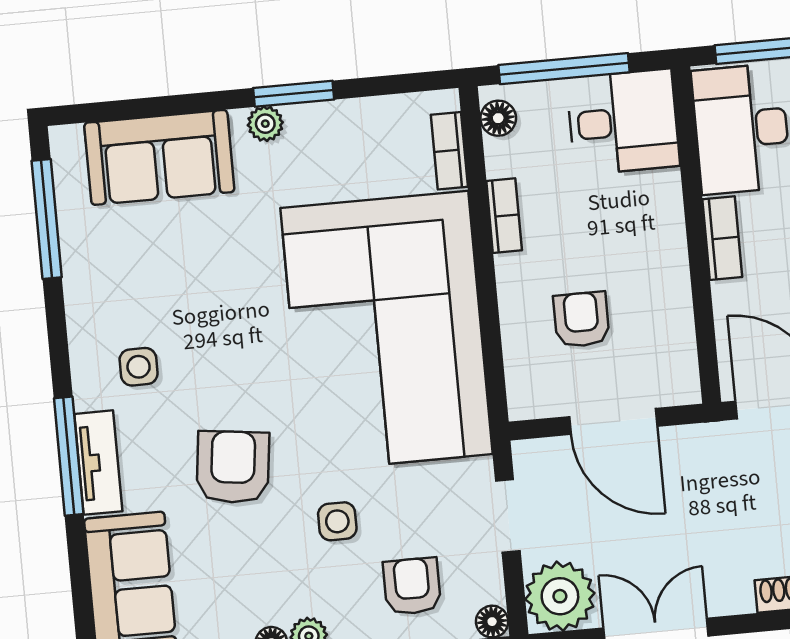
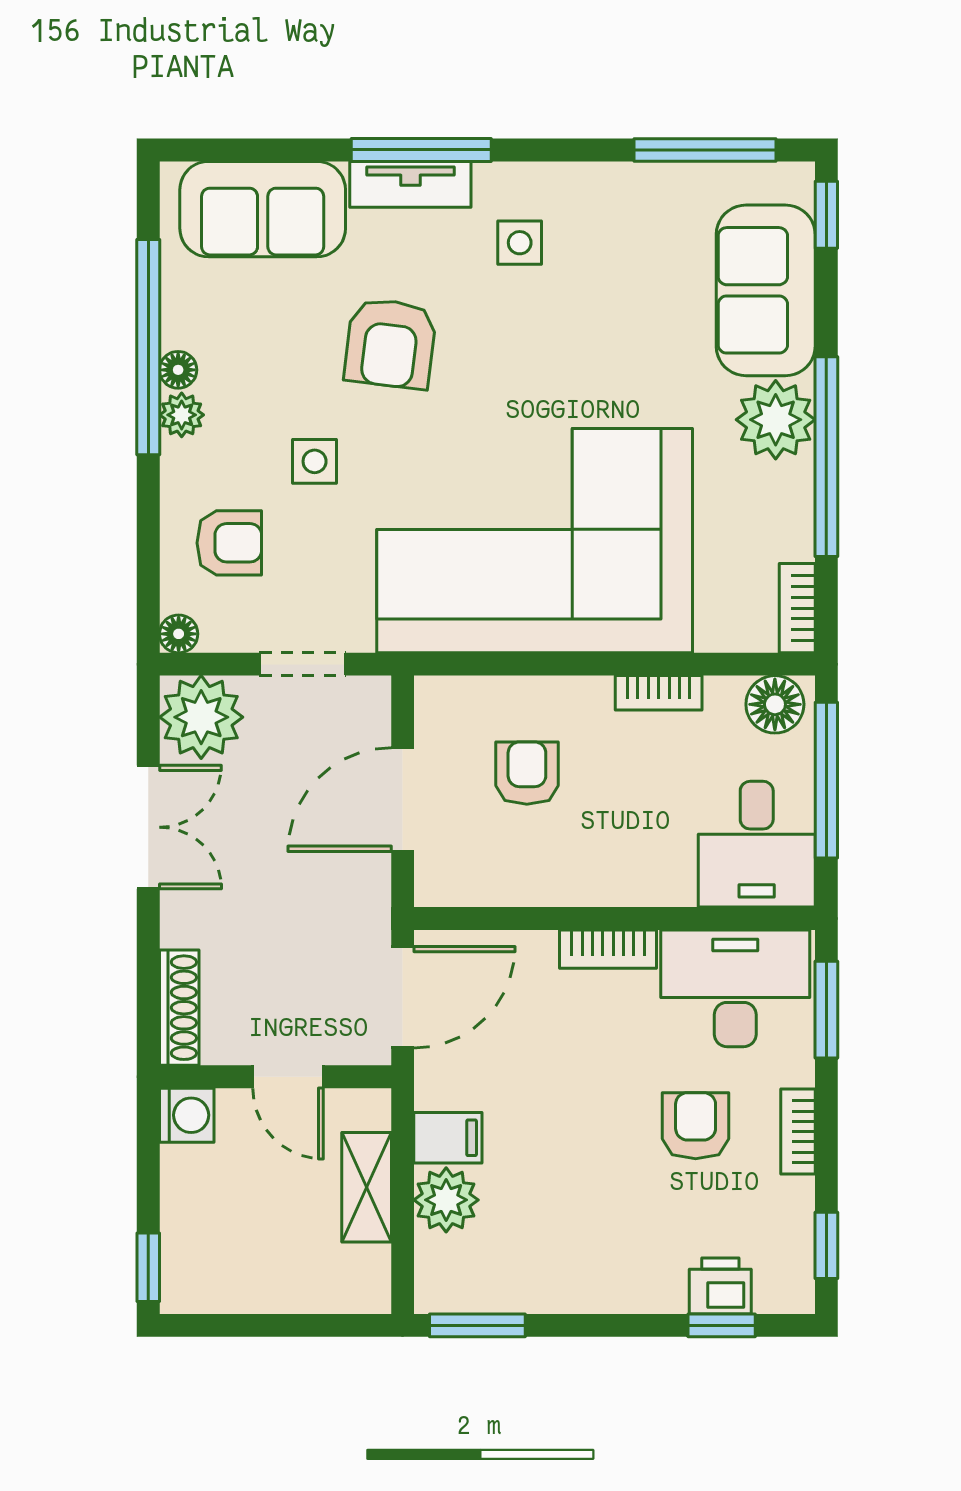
window: (294, 94) -> (826, 457), width x2.11
window: (91, 112) -> (826, 215), added
floor lamp: (498, 118) -> (775, 704), width x1.37, depth x1.37
plant: (265, 124) -> (776, 420), width x1.87, depth x1.87
bookcase: (449, 151) -> (797, 608), moved, turned -90
armchair: (581, 320) -> (527, 773), turned -90
armchair: (233, 467) -> (390, 343), turned 90

